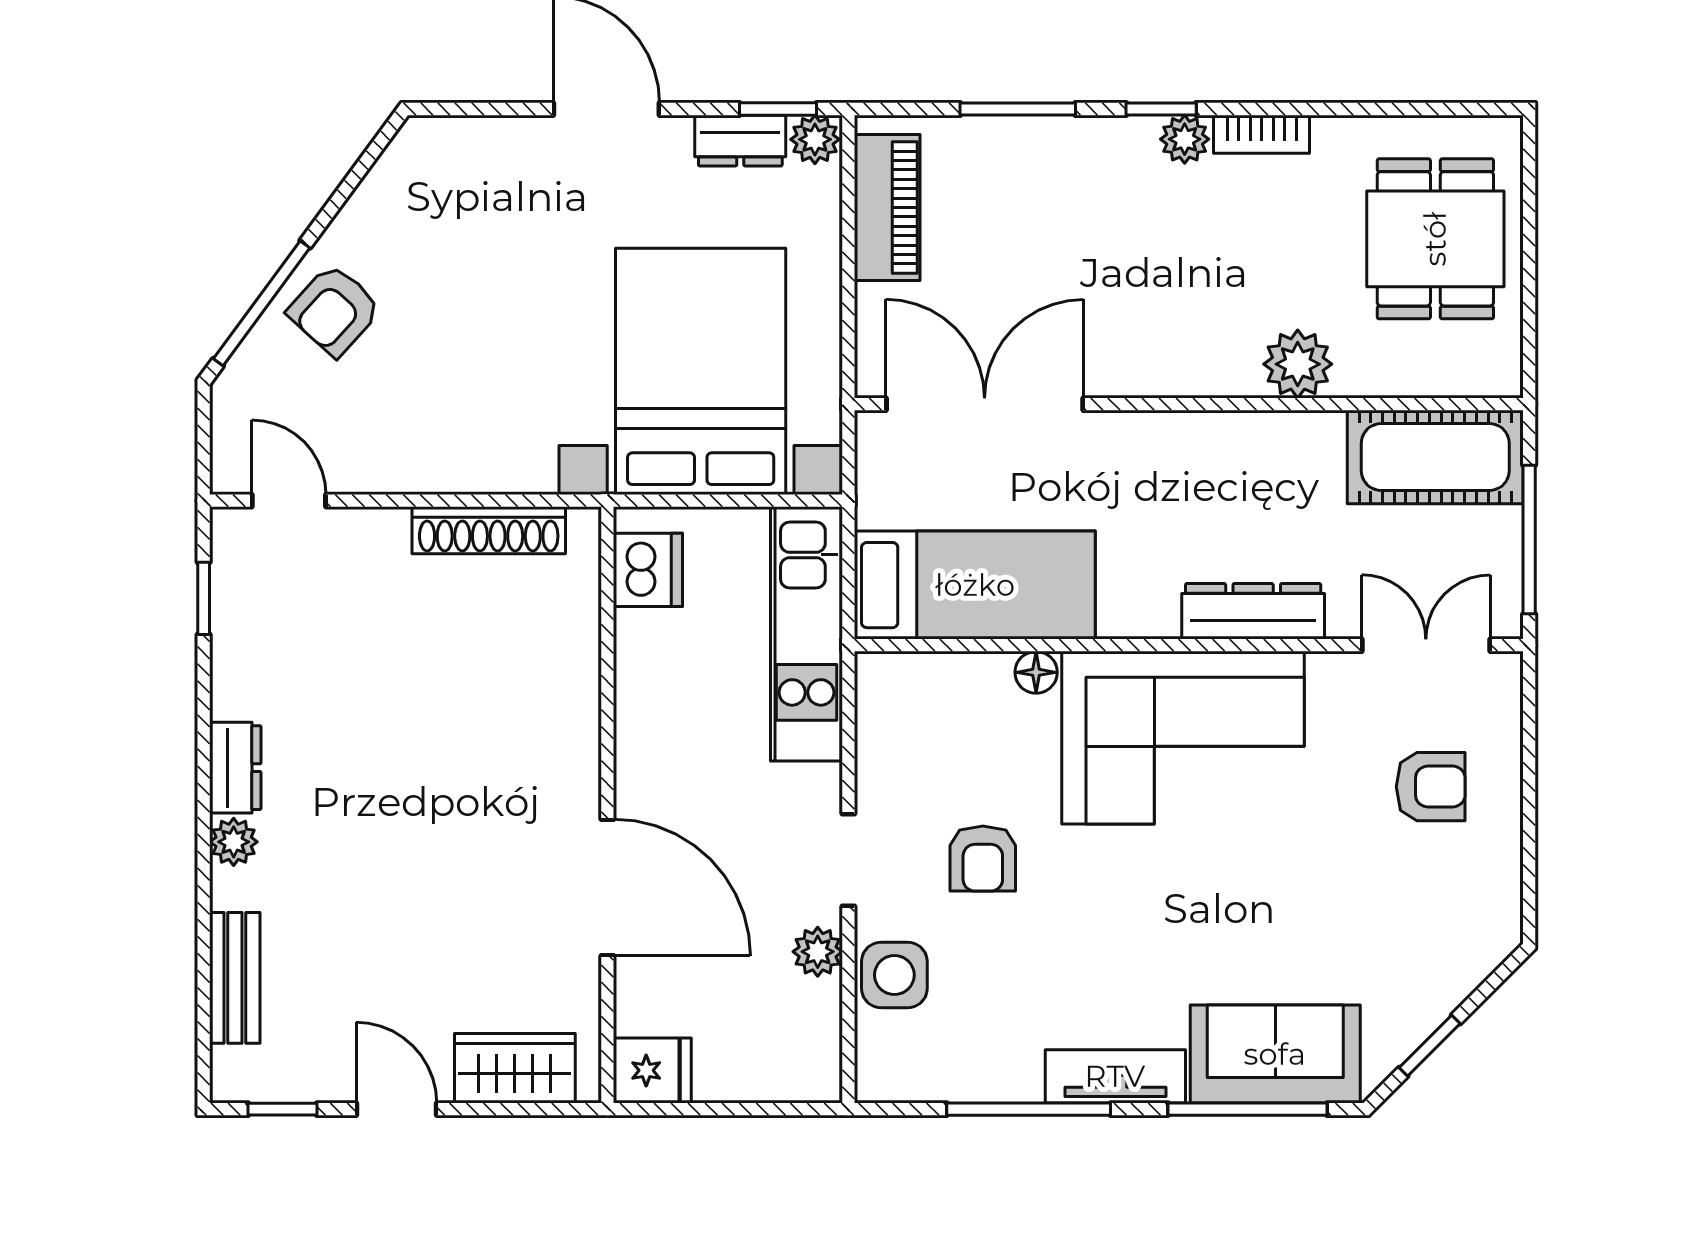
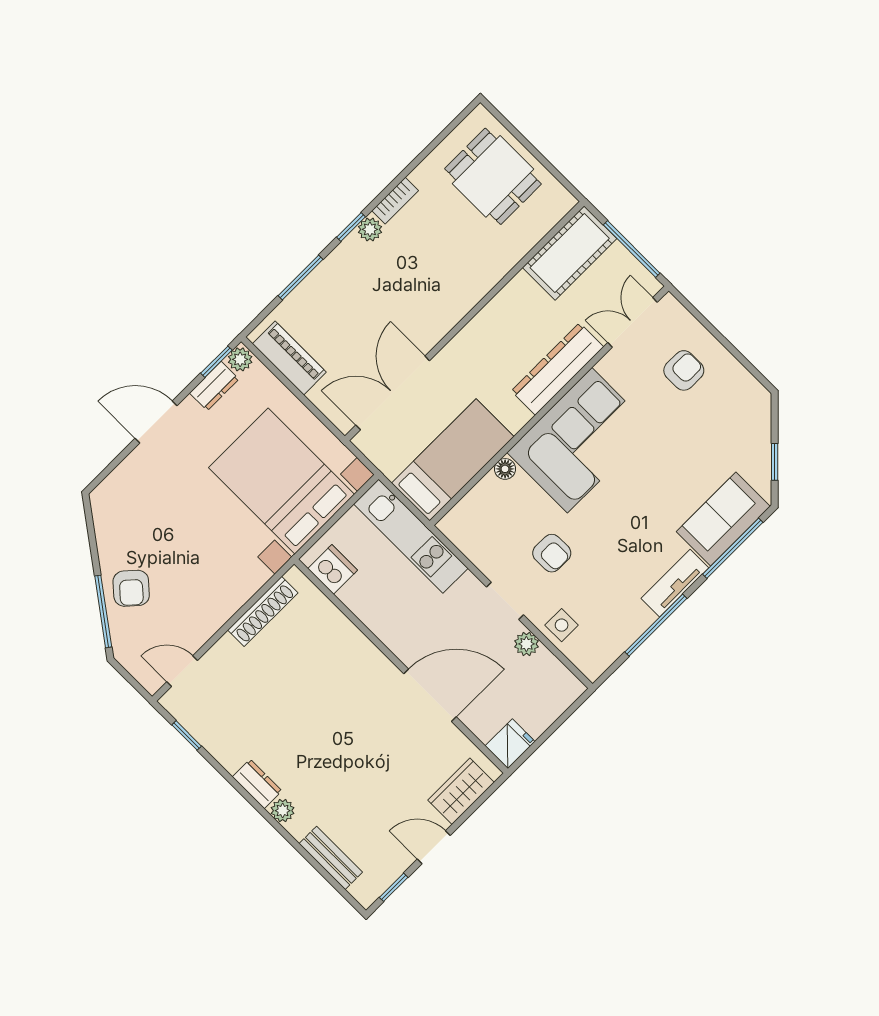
plant: (1298, 364) -> (489, 269), removed
dresser: (1253, 611) -> (557, 369), width x1.37, depth x1.24
side table: (894, 975) -> (562, 625), width x0.73, depth x0.73

